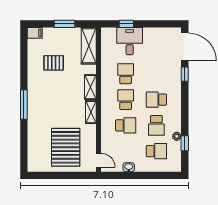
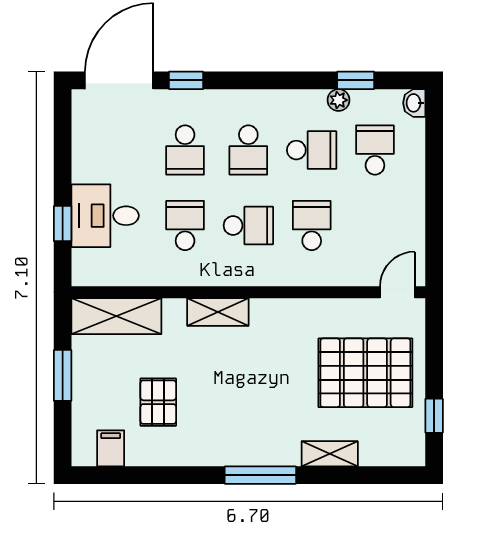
filing cabinet: (35, 33) -> (111, 448), moved
school desk: (126, 74) -> (185, 225), turned 90
school desk: (156, 74) -> (185, 150), added
school desk: (126, 100) -> (248, 225), turned 180
shelving: (91, 112) -> (330, 454), moved
washbasin: (129, 167) -> (414, 103), moved
window: (48, 175) -> (434, 416), added

